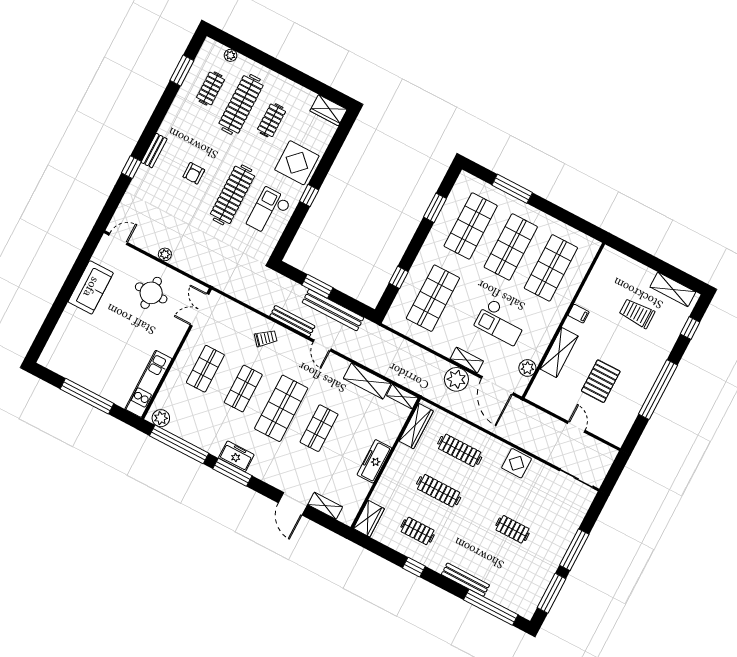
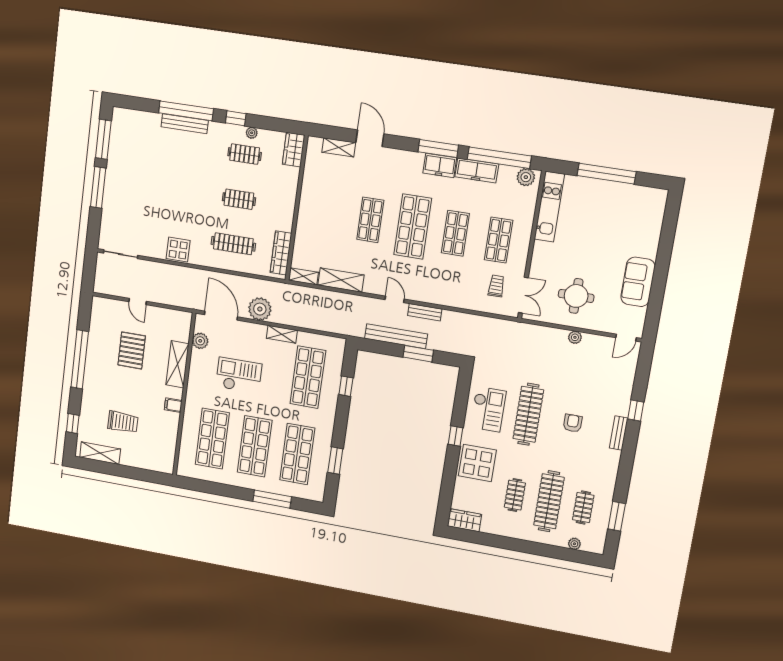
bench: (292, 321) -> (425, 312), width x0.73
trolley: (266, 338) -> (496, 286), moved, turned 131
shelving: (467, 360) -> (282, 334), moved
freezer: (374, 461) -> (477, 170), moved, turned 90
clothes rail: (439, 491) -> (239, 199), width x0.73
clothes rail: (512, 529) -> (160, 187), removed
plant: (403, 548) -> (252, 133), added
window: (491, 607) -> (186, 111), moved

